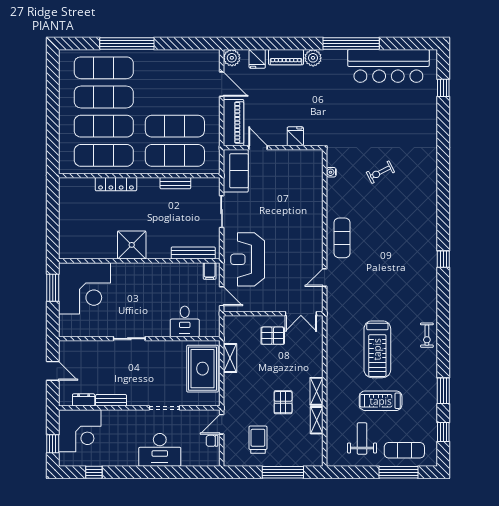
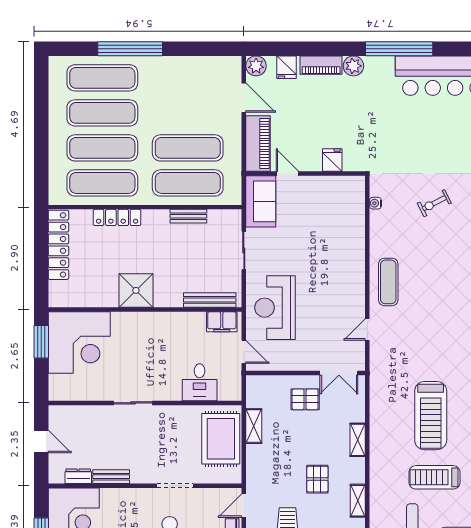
locker: (67, 207) -> (58, 245), added
filing cabinet: (210, 271) -> (222, 322), width x2.00
shelving: (316, 391) -> (358, 440), moved

